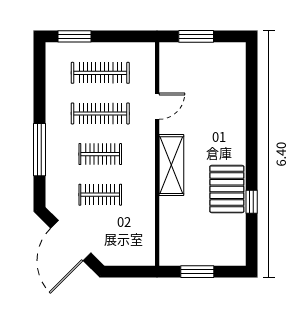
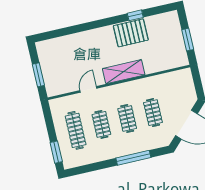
door: (157, 106) -> (88, 89), hinge flipped
clothes rail: (100, 113) -> (101, 124), width x0.73

